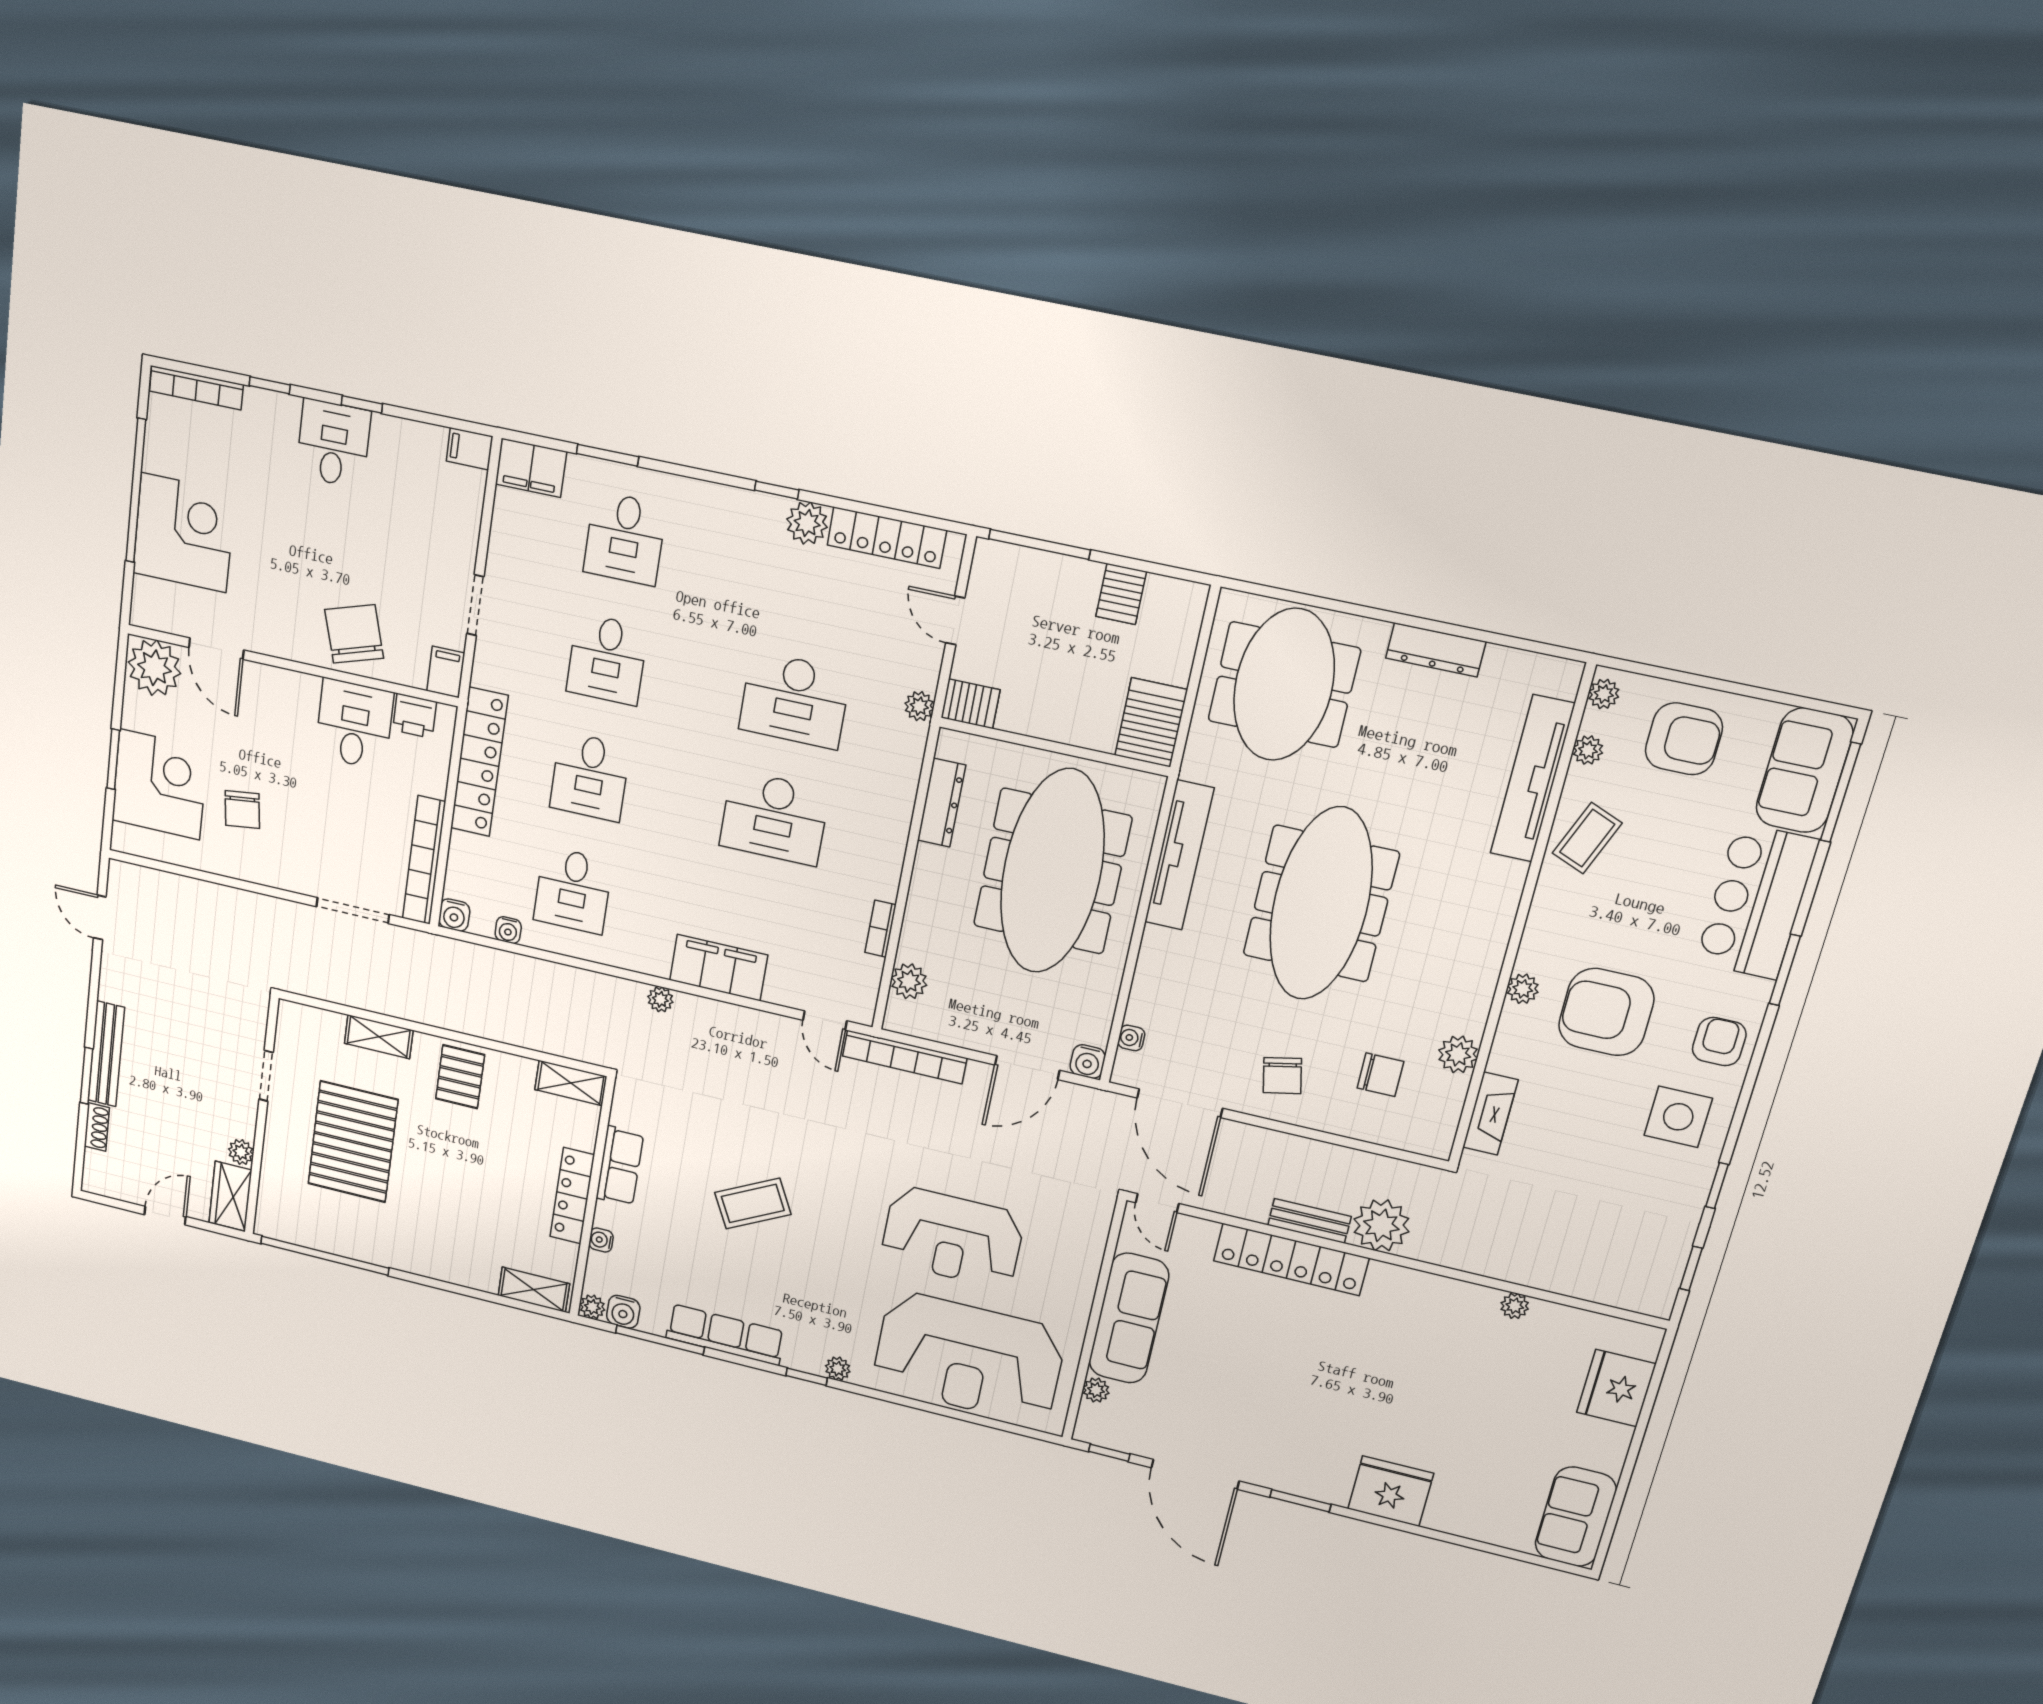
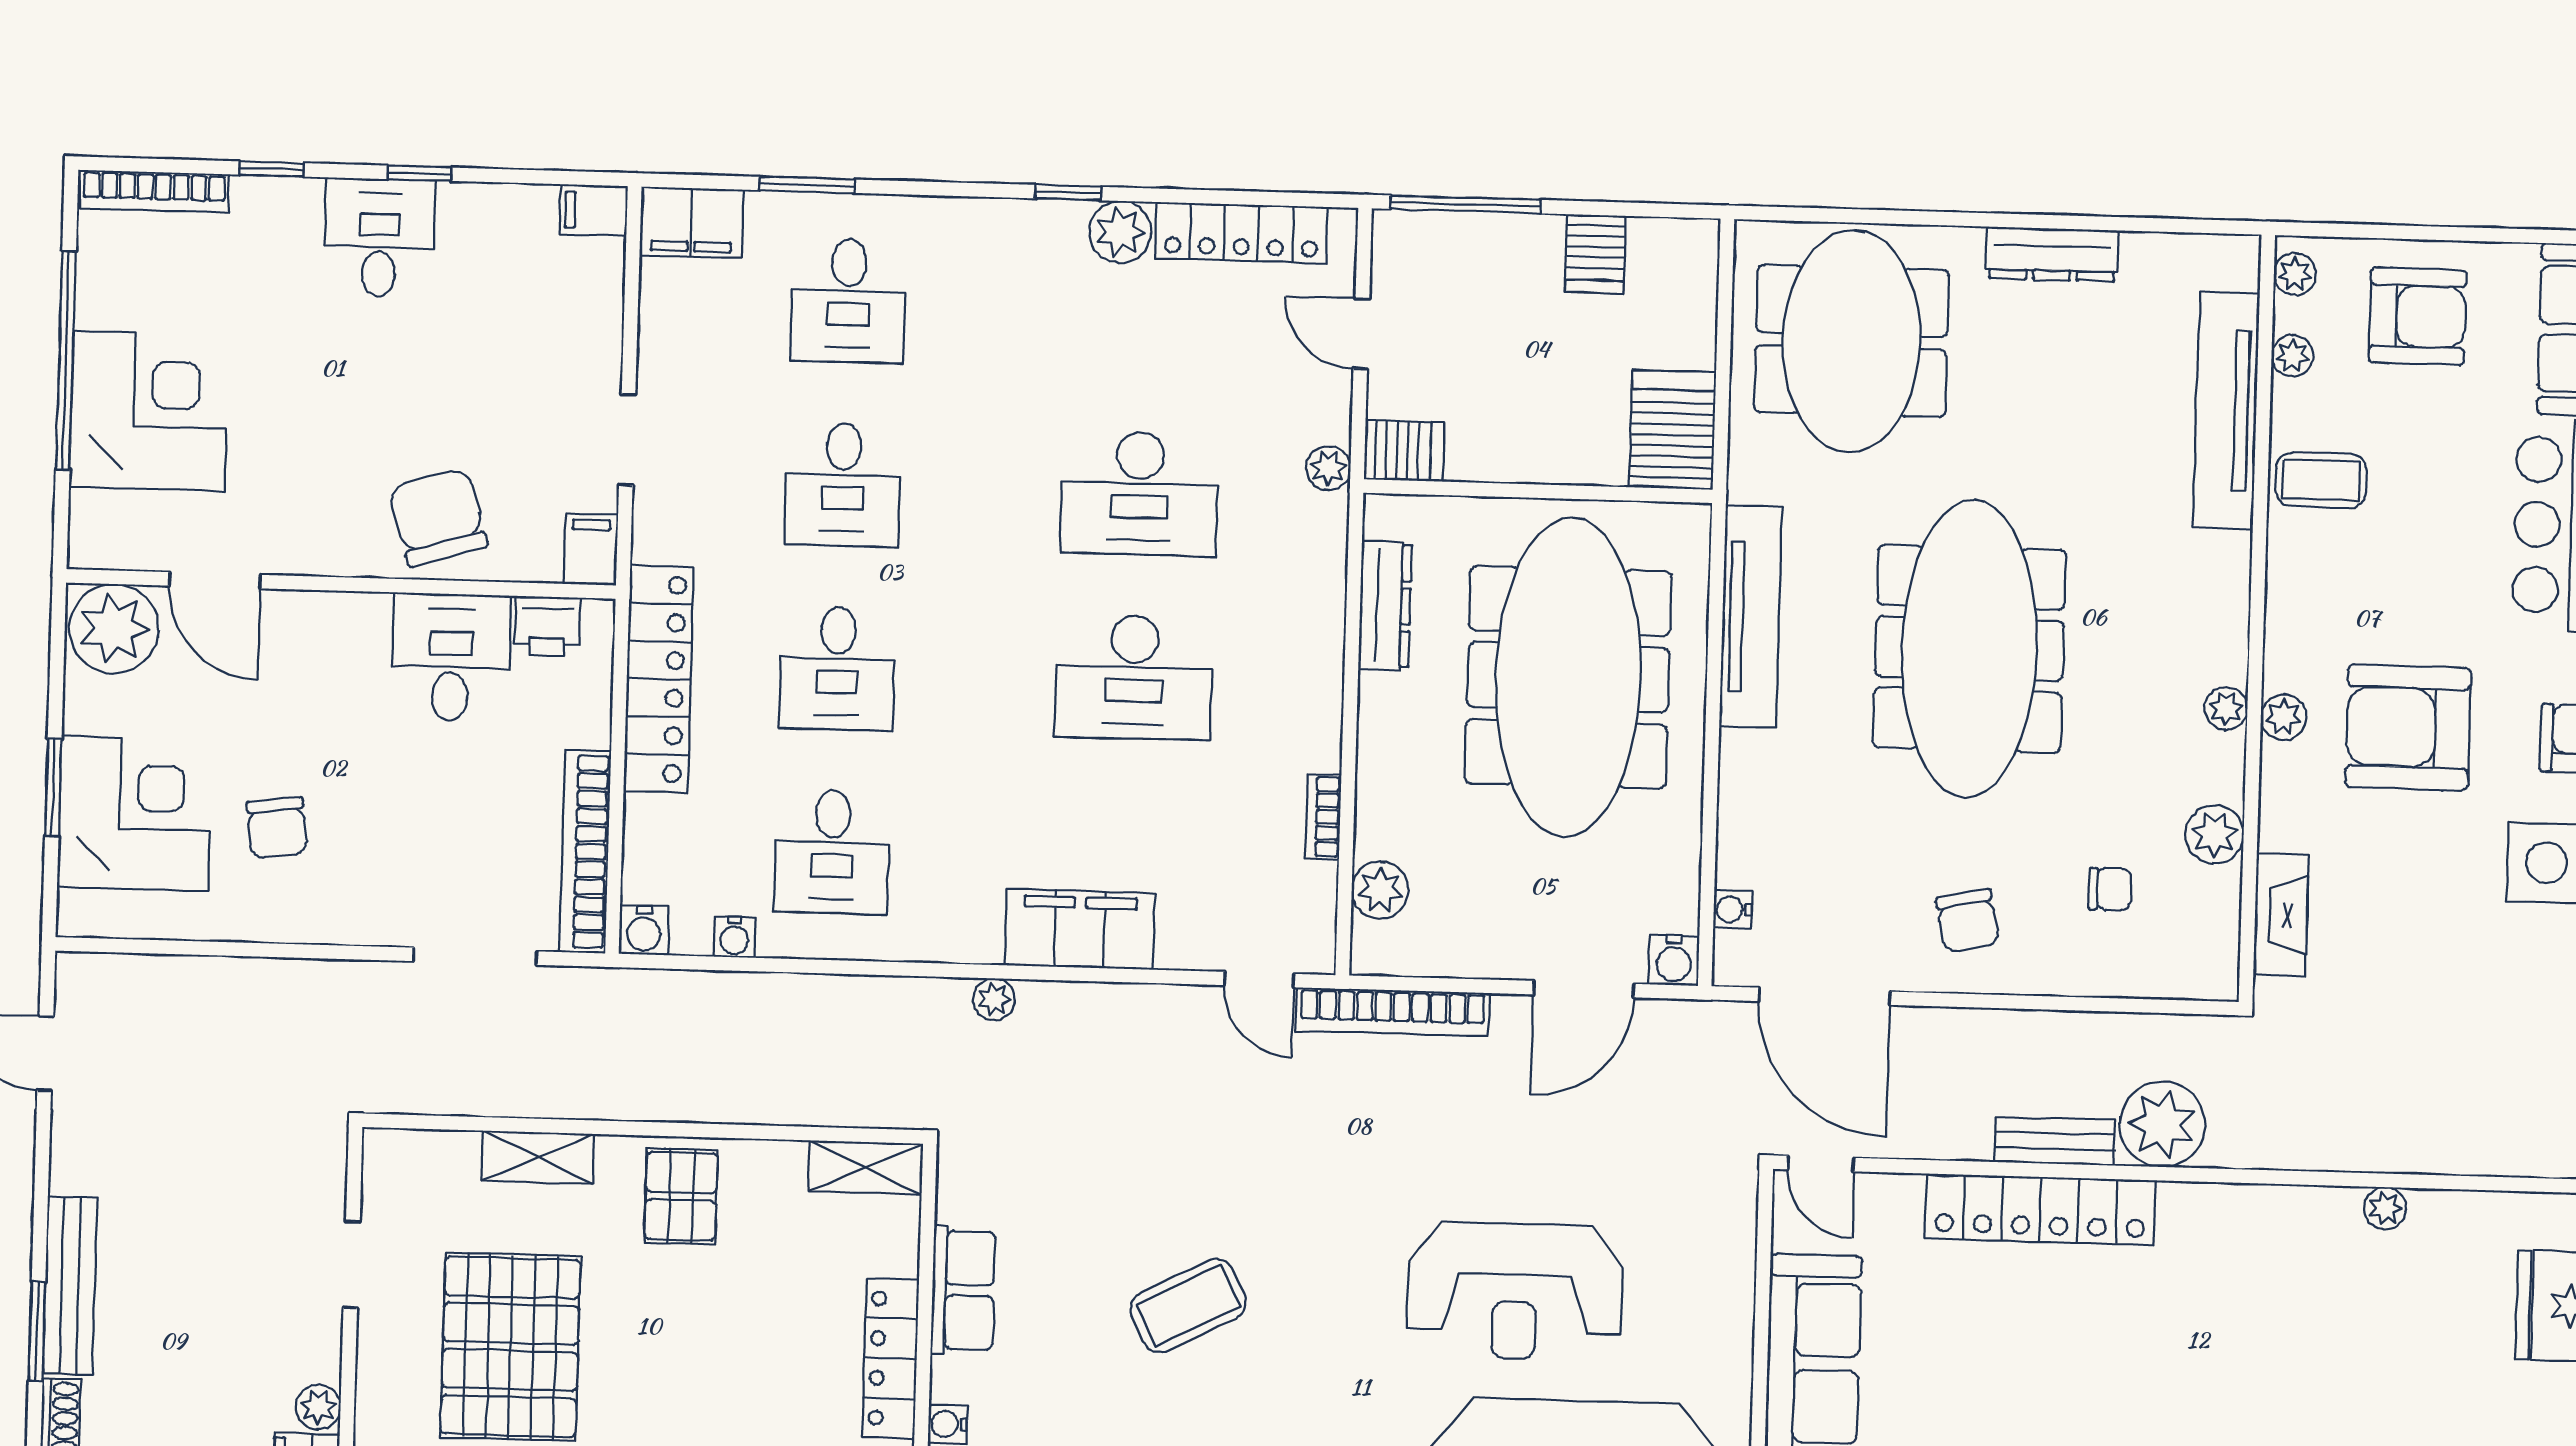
coffee table: (1587, 838) -> (2321, 480), turned 68
plant: (1485, 976) -> (2226, 708), added
chair: (1380, 1075) -> (2110, 889), width x0.73, depth x0.73

